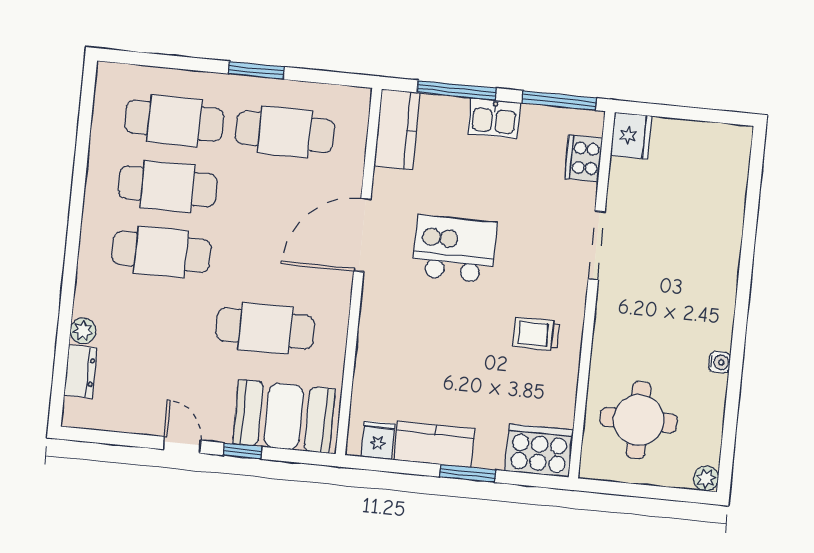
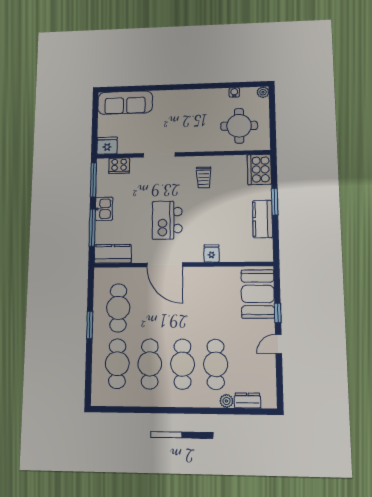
sofa: (723, 183) -> (125, 103), added
cafe table: (265, 328) -> (216, 364), moved
water cooler: (720, 362) -> (234, 92), moved
fridge: (378, 440) -> (212, 253), moved, turned 90

